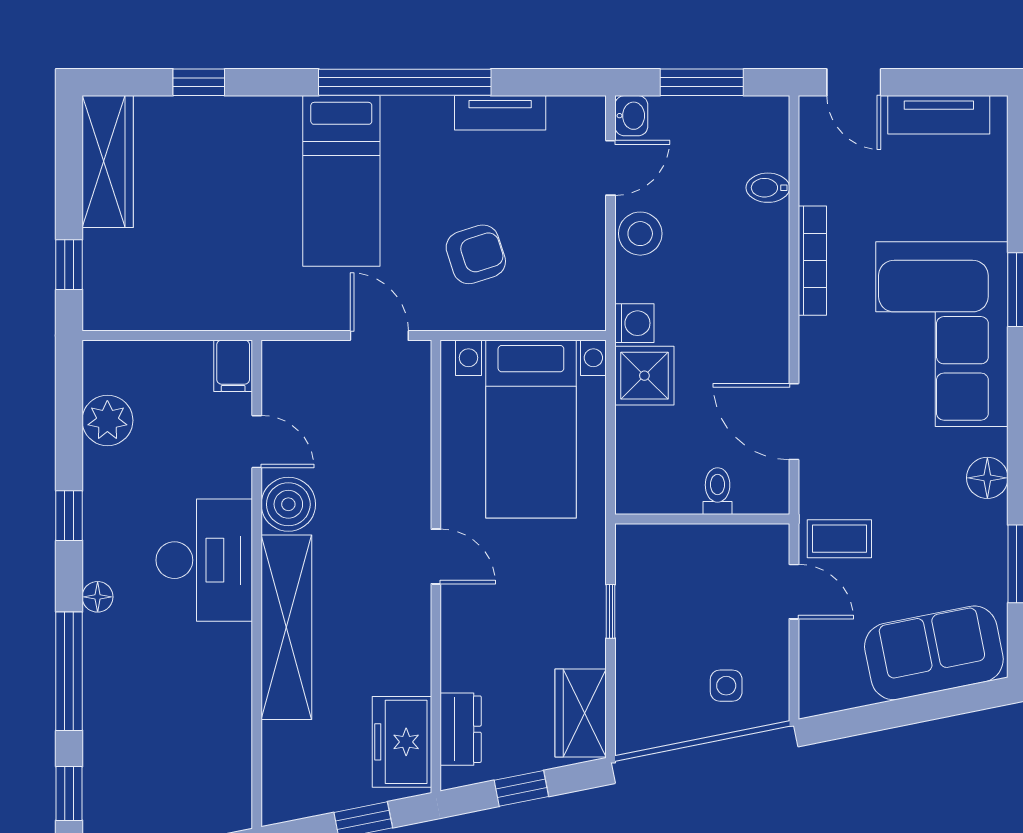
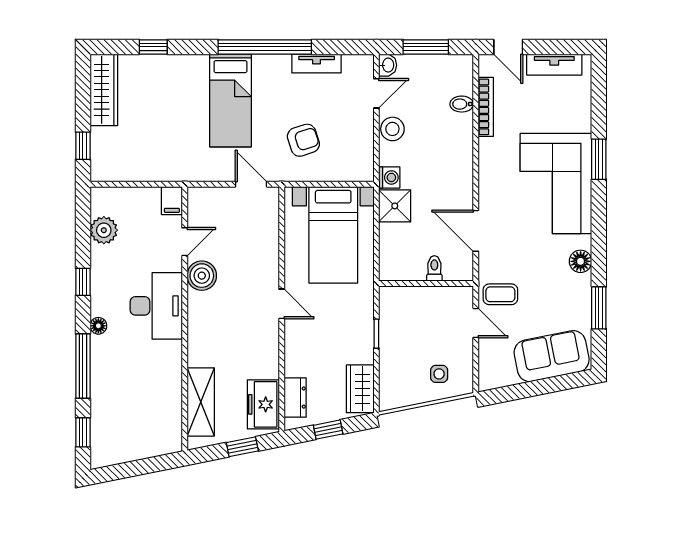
bookcase: (812, 261) -> (486, 107), moved
door: (257, 442) -> (185, 242), hinge flipped
shelving: (286, 627) -> (201, 402), moved, width x0.68

